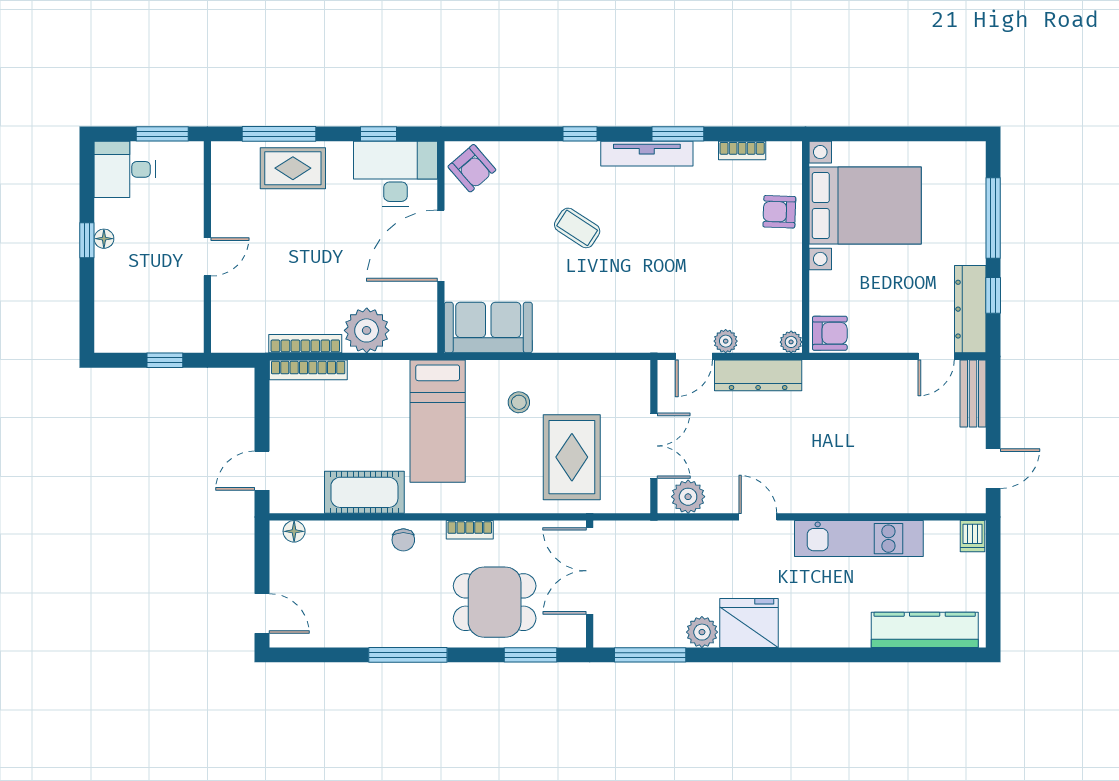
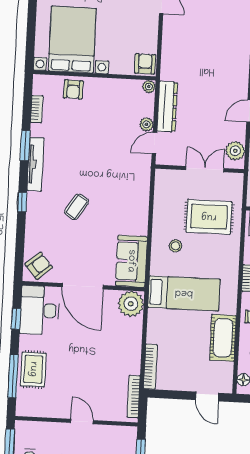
plant: (367, 330) -> (131, 304), moved
bookcase: (305, 344) -> (134, 397), moved
door: (694, 356) -> (154, 143), swing flipped

